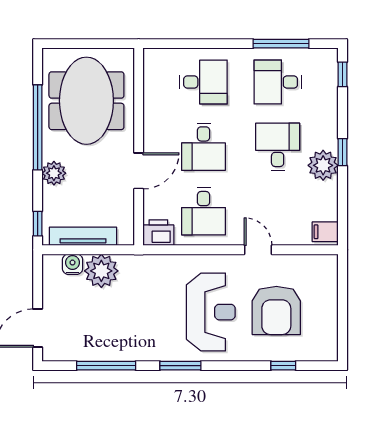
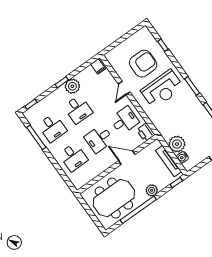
desk: (204, 82) -> (73, 157), turned 180
desk: (204, 147) -> (99, 139), turned 180
desk: (278, 147) -> (78, 109), turned -90
reception desk: (211, 312) -> (162, 89), turned 180

